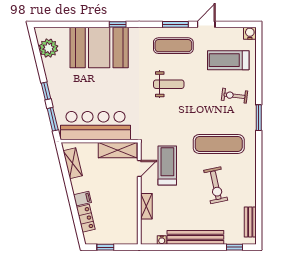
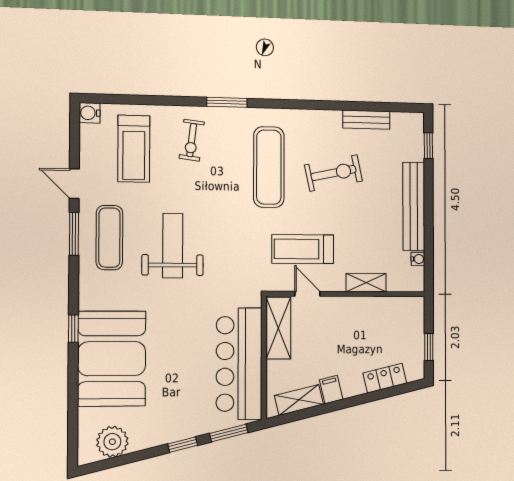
weight bench: (169, 84) -> (173, 246), width x1.36, depth x1.33
filing cabinet: (82, 199) -> (331, 390), moved
bench: (250, 222) -> (366, 120), moved

